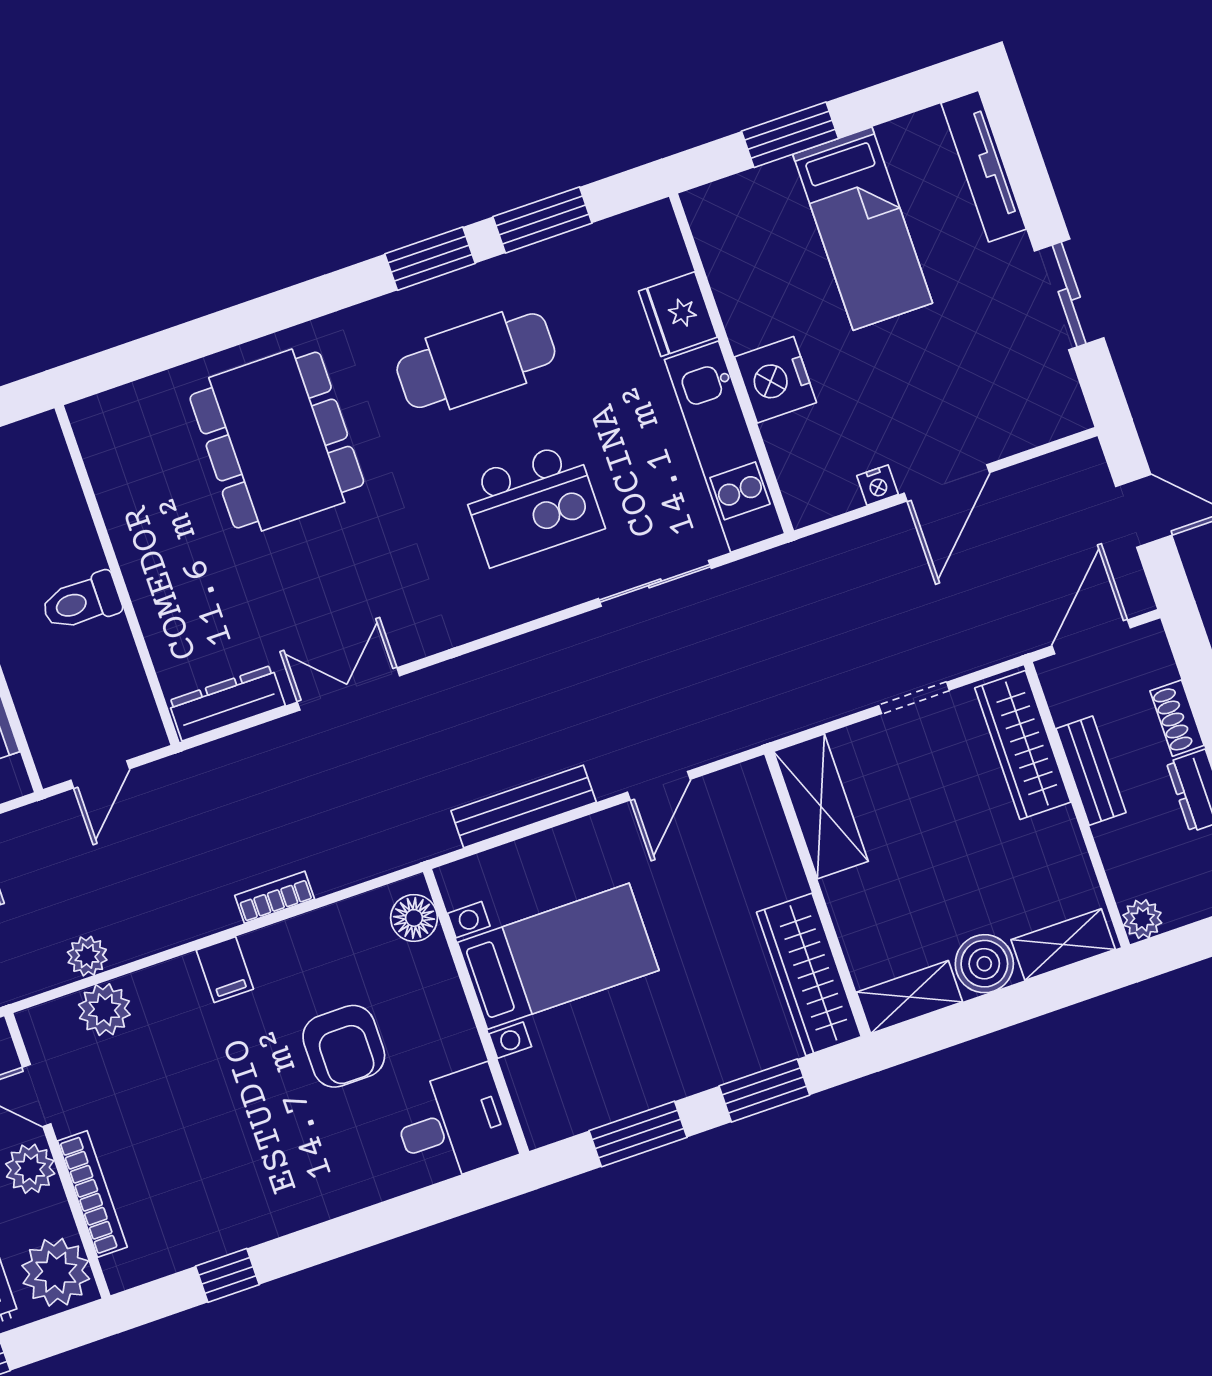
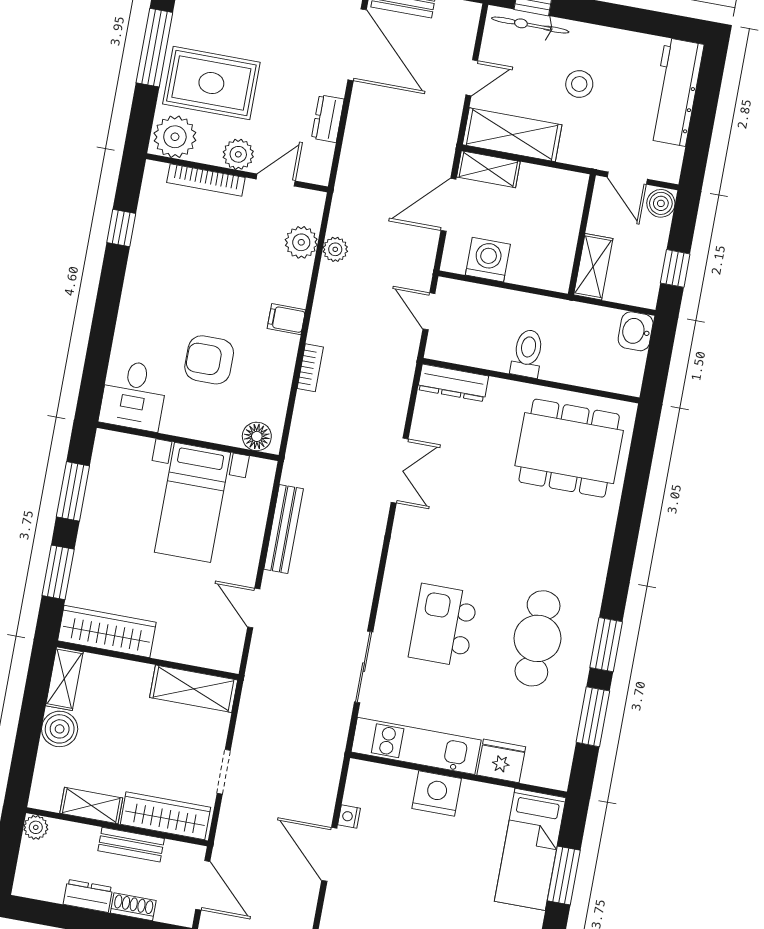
bed: (863, 229) -> (530, 849), moved, turned -90
dining table: (277, 440) -> (569, 448), moved
dresser: (227, 703) -> (453, 383), moved, turned 90
shelving: (1063, 945) -> (91, 806), moved, turned 90

